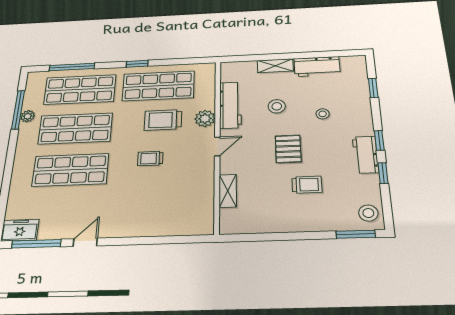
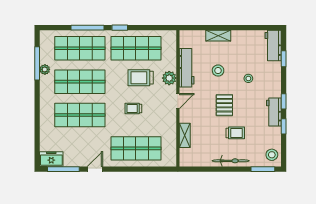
window: (72, 67) -> (88, 28), moved
workbench: (317, 67) -> (273, 45), moved, turned 90
shop shelf: (151, 211) -> (136, 148), added
bicycle: (302, 224) -> (231, 161), added

